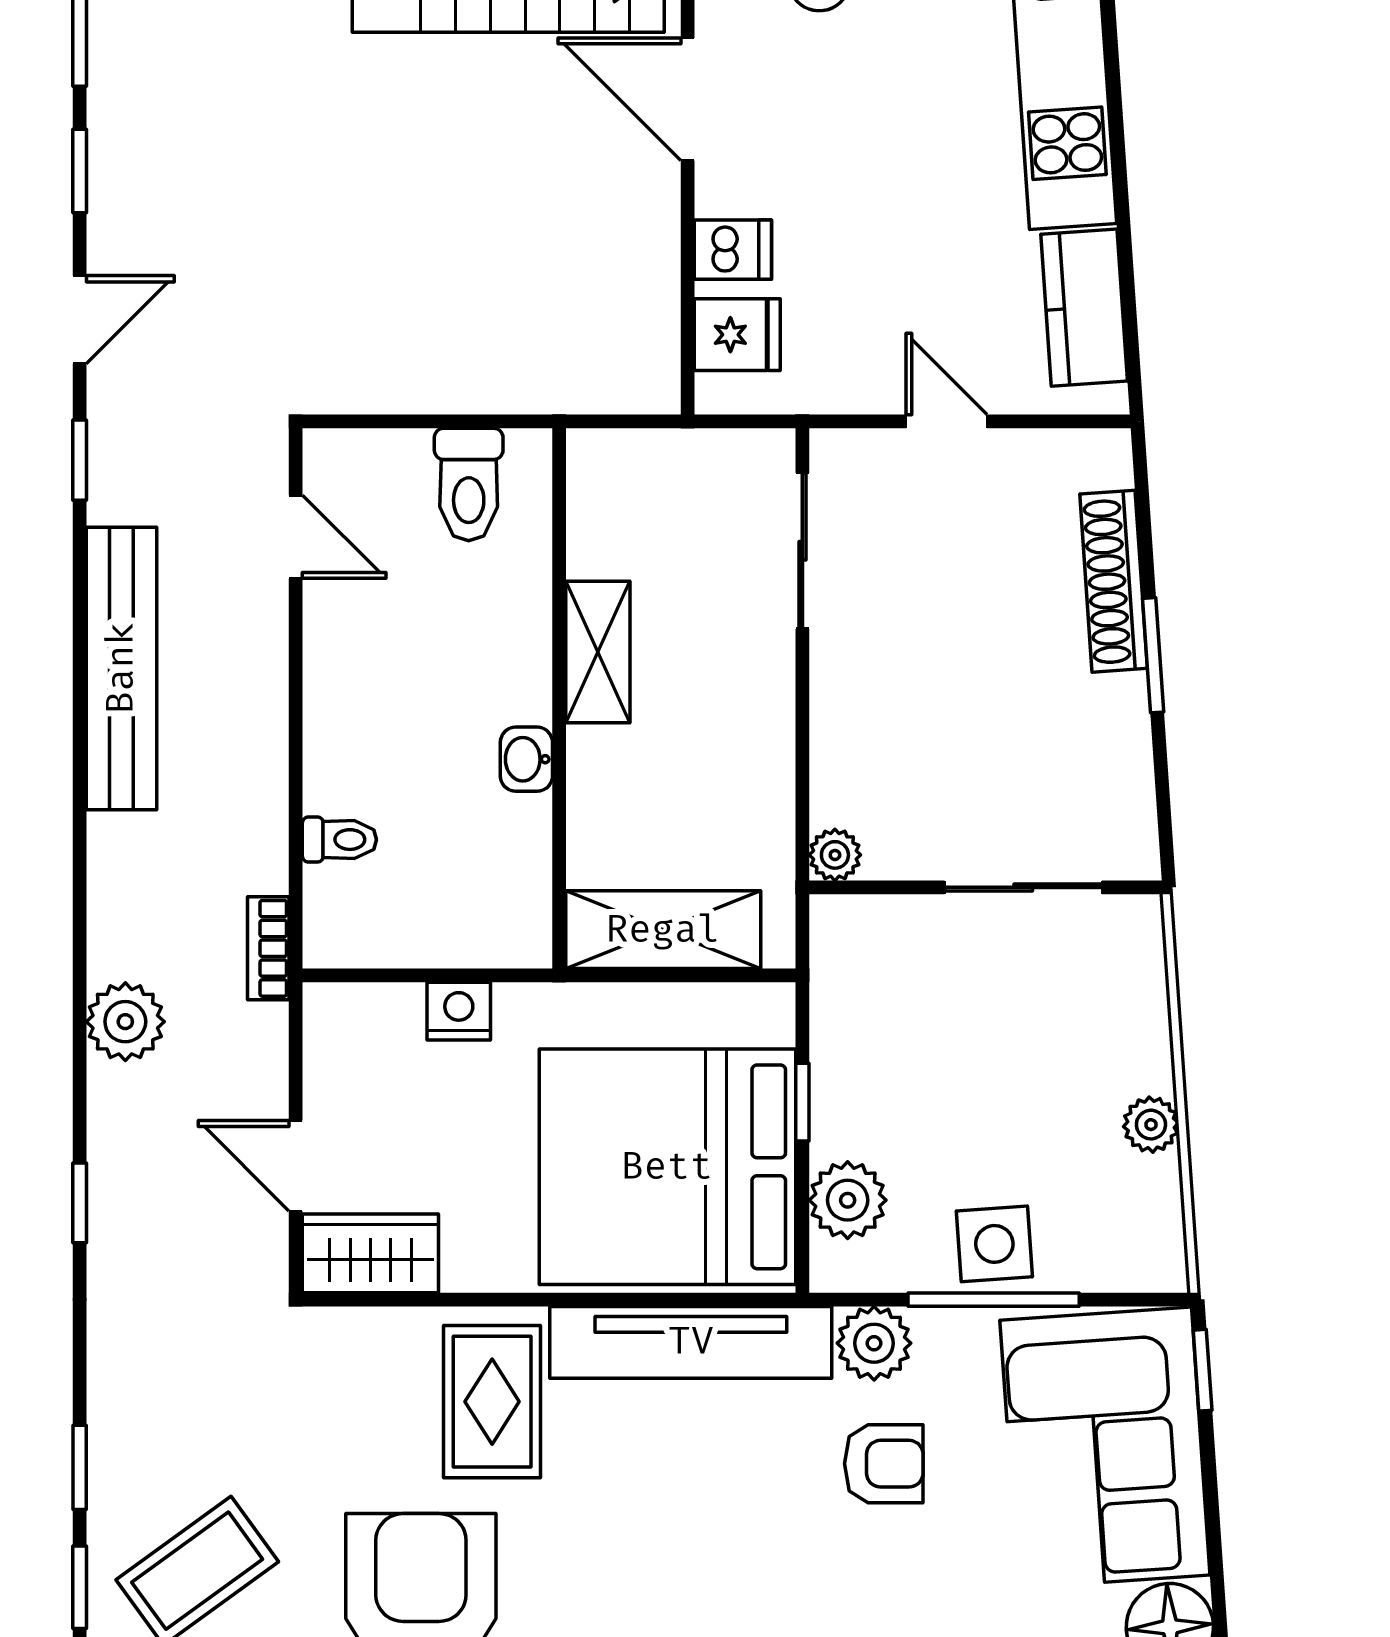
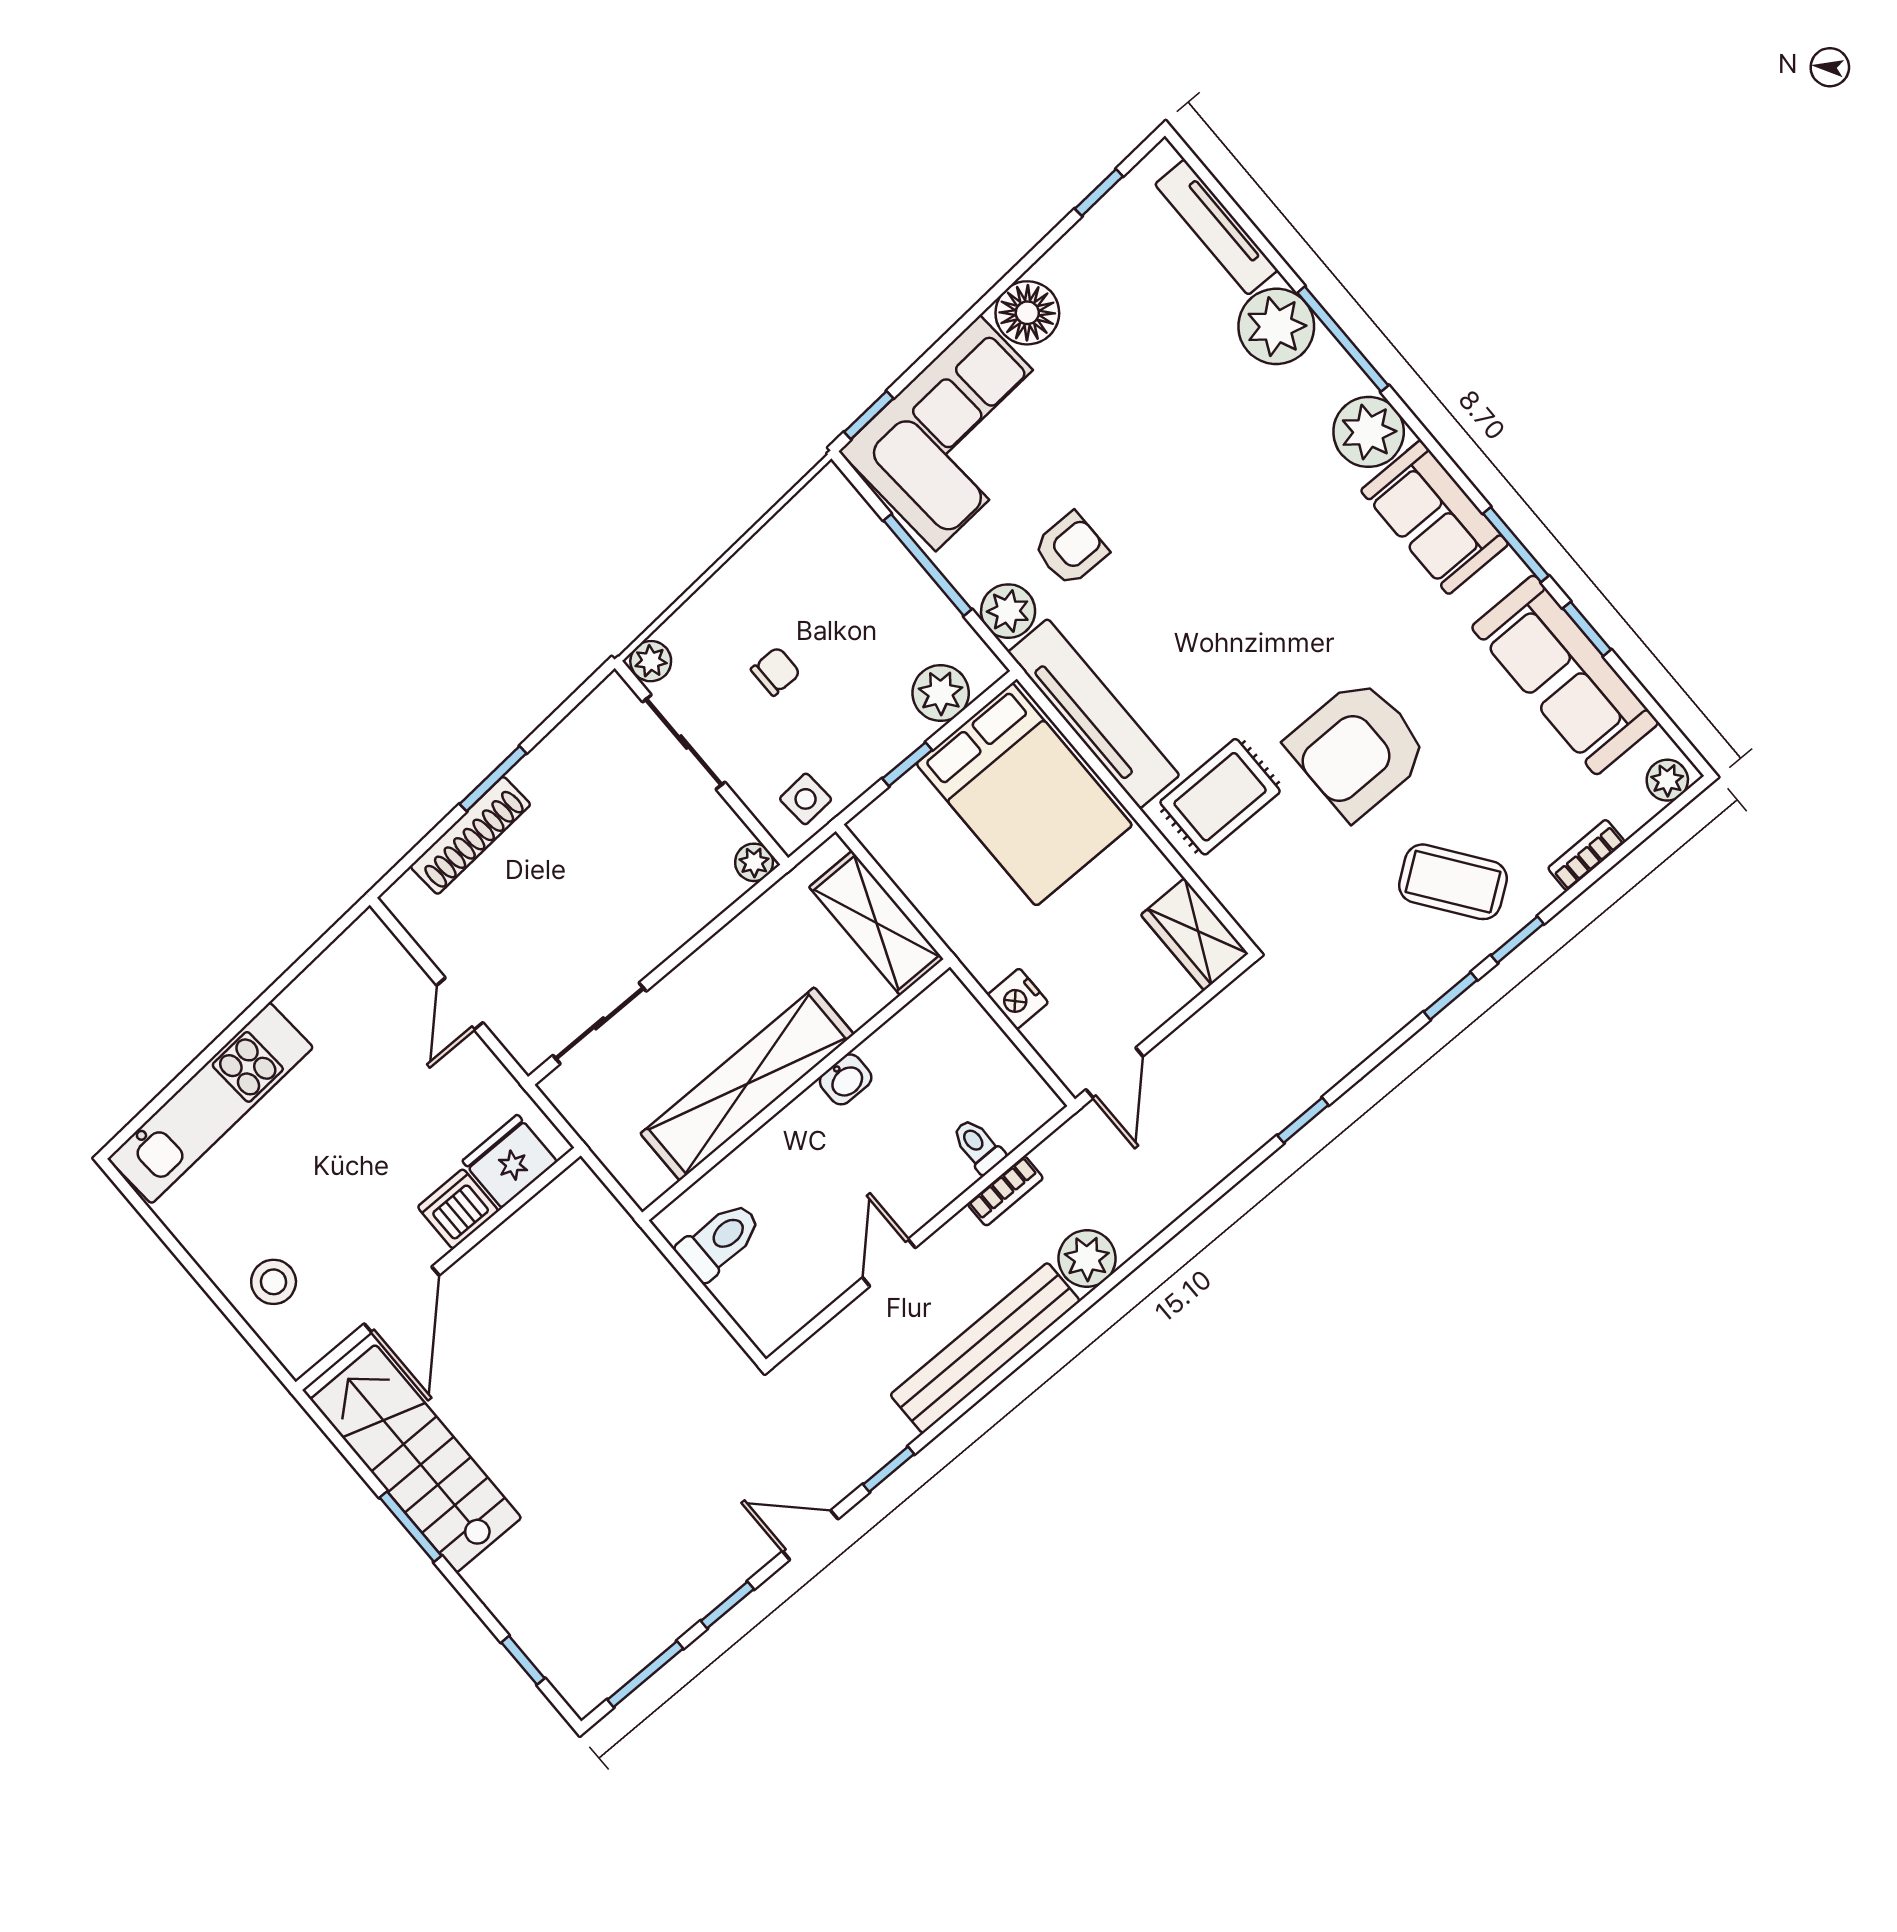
dishwasher: (733, 250) -> (458, 1209), width x1.38
kitchen counter: (1084, 308) -> (332, 980), removed
fridge: (737, 335) -> (510, 1161), width x1.38
door: (296, 537) -> (889, 1263), moved
shelving: (598, 652) -> (747, 1084), width x2.20, depth x1.33
bookcase: (268, 948) -> (1005, 1191), moved
plant: (125, 1022) -> (1087, 1259), moved
chair: (1016, 1046) -> (776, 671), added
plant: (1151, 1125) -> (651, 661), moved
door: (296, 1166) -> (1114, 1073), moved
bed: (667, 1167) -> (1024, 794), width x0.73
side table: (994, 1244) -> (806, 799), moved, width x0.73, depth x0.73
armchair: (884, 1464) -> (1071, 549), turned 90

